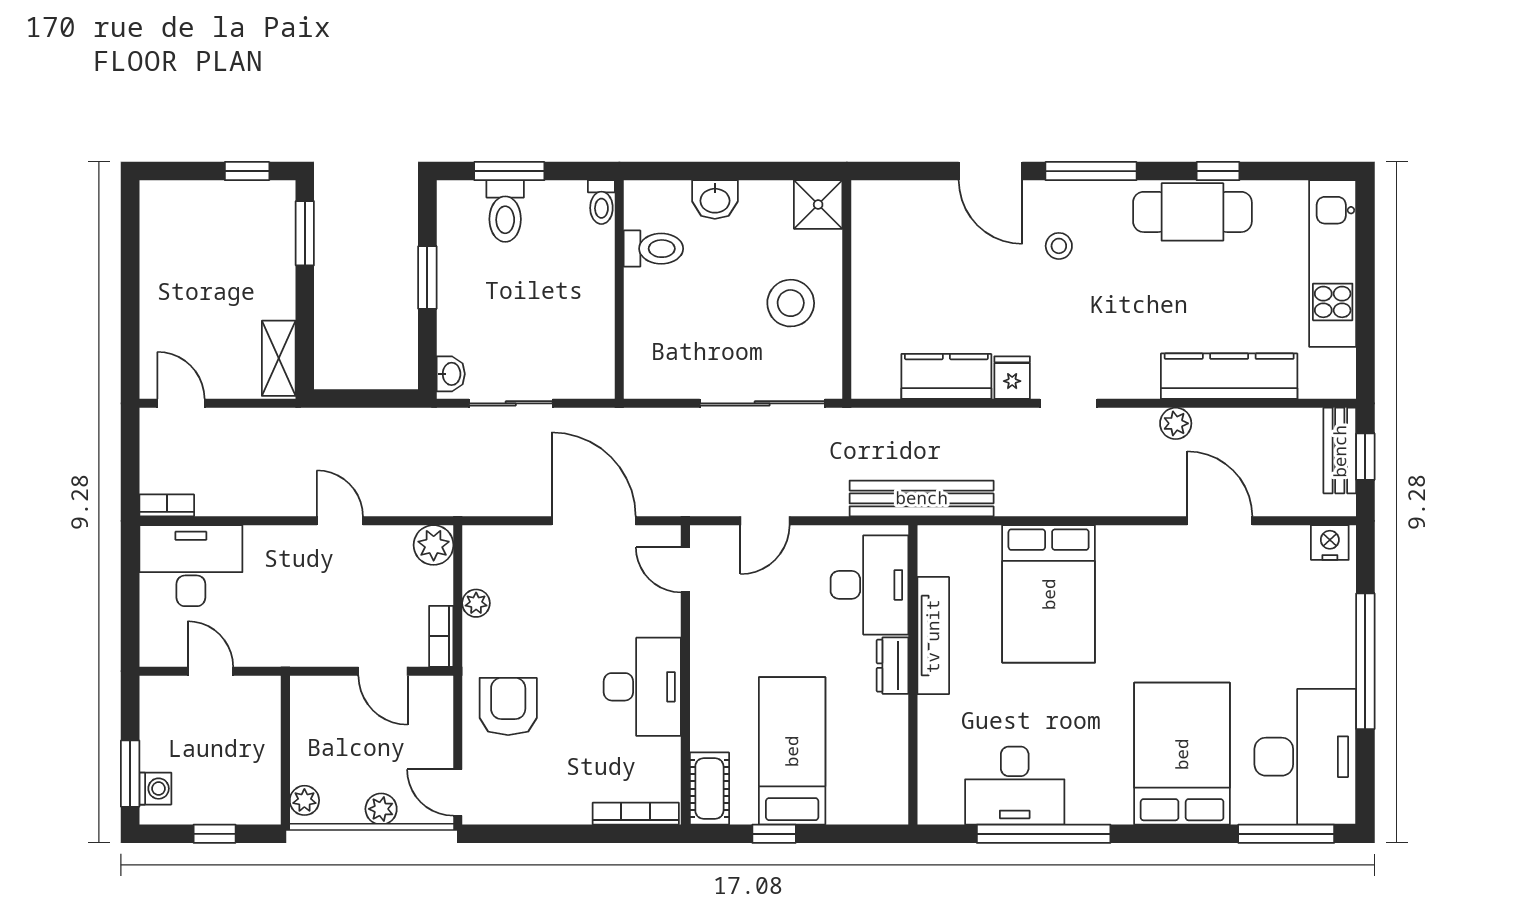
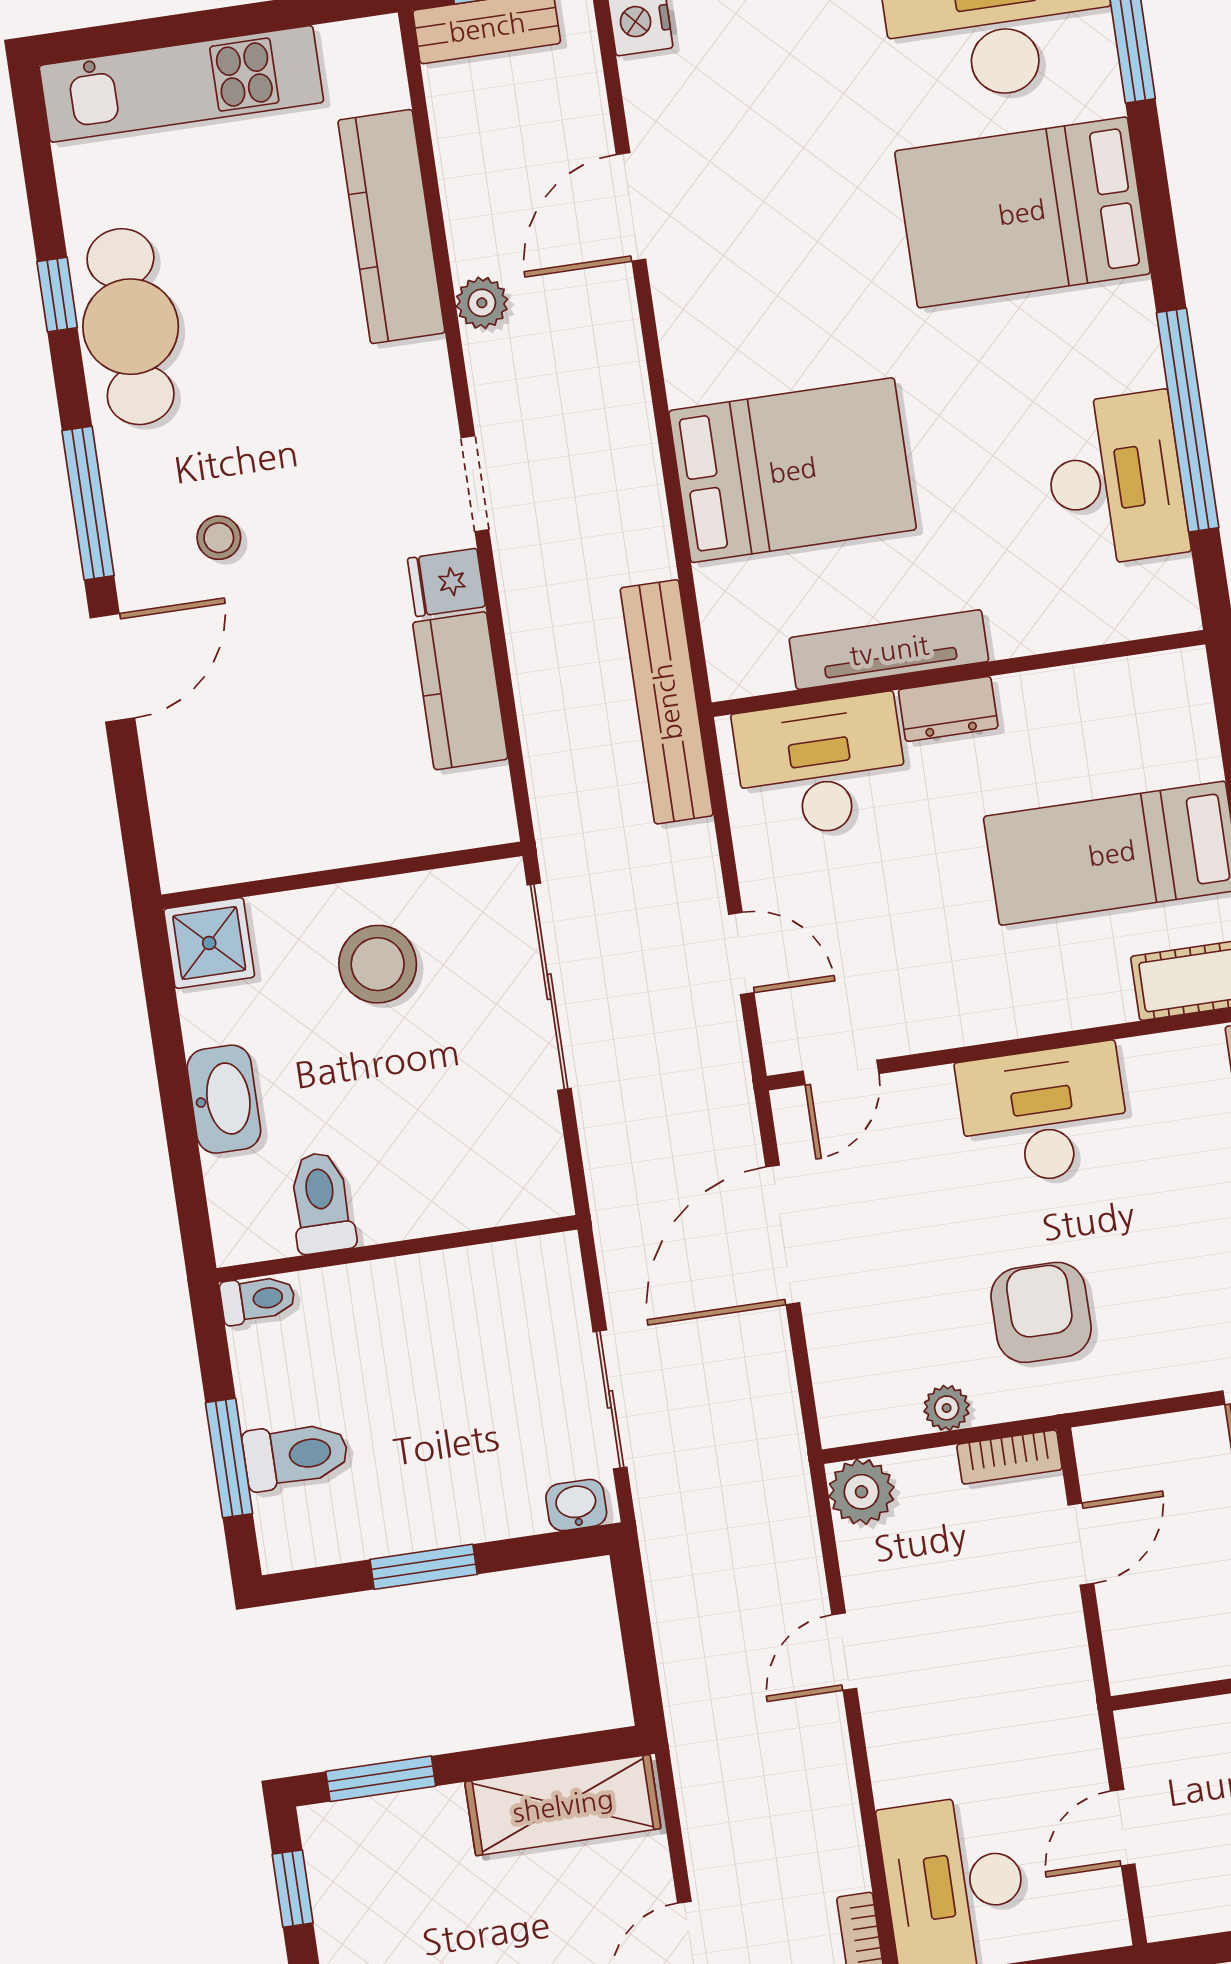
washbasin: (715, 200) -> (224, 1099), width x1.38
shelving: (279, 358) -> (563, 1805), width x1.50, depth x1.33
armchair: (508, 706) -> (1041, 1312), moved, turned 90

